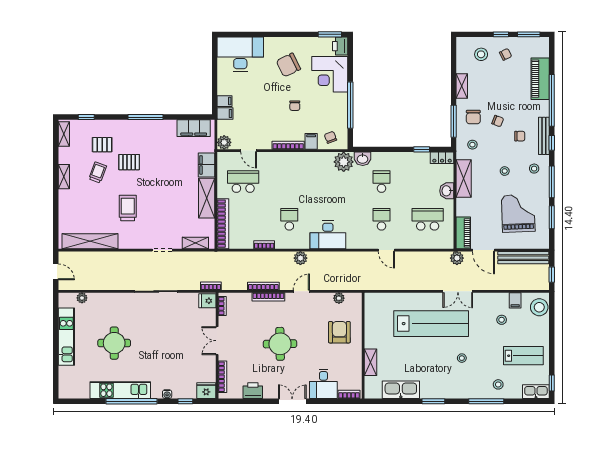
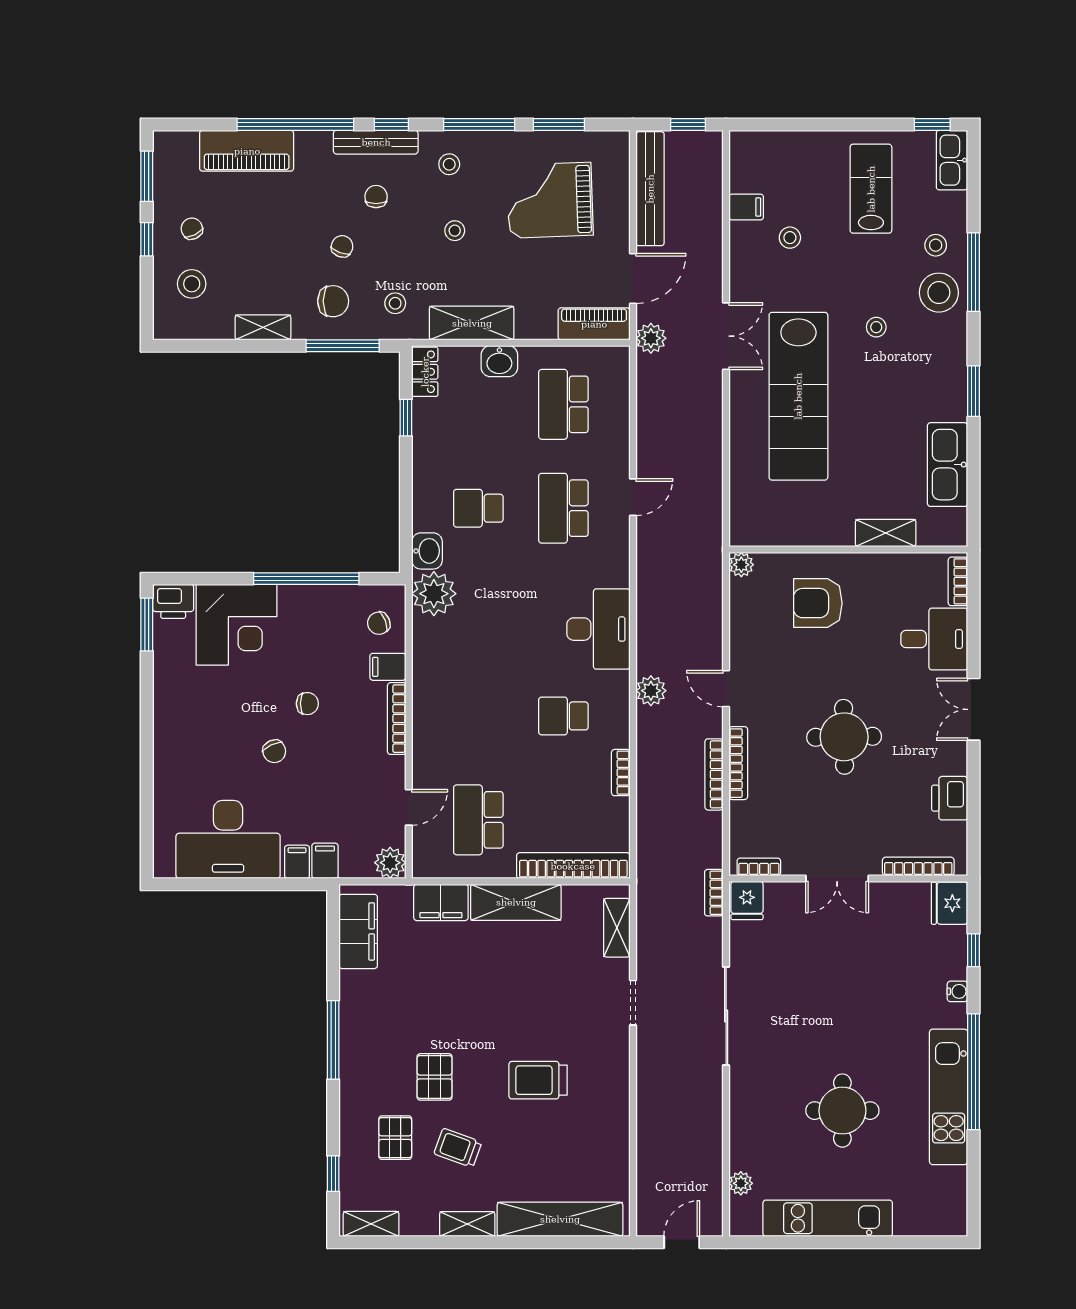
desk: (240, 54) -> (228, 839), moved, turned -90
chair: (288, 65) -> (274, 751), moved, width x0.54, depth x0.54
school desk: (381, 219) -> (563, 508), width x1.85
shelving: (90, 241) -> (560, 1219), moved, turned 90
plant: (339, 298) -> (741, 565), moved
stool: (539, 307) -> (939, 293), moved
lab bench: (431, 324) -> (798, 396), turned 180

